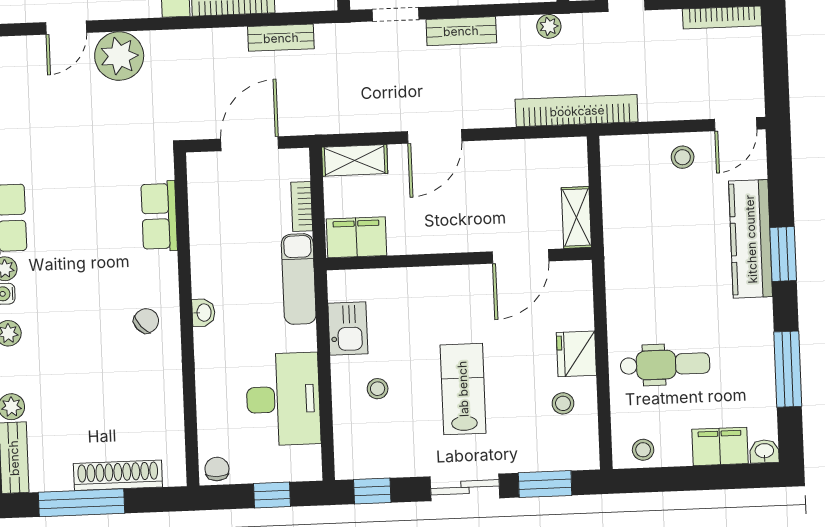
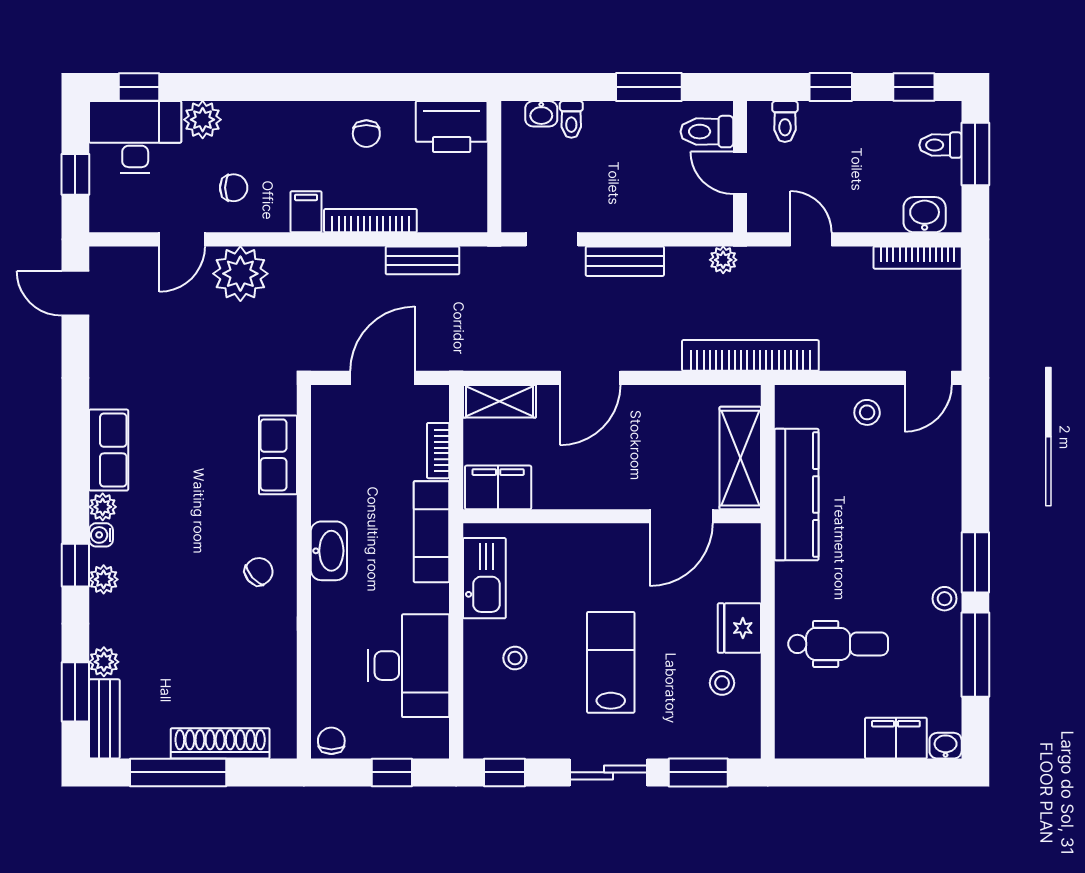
shelving: (576, 217) -> (740, 458), width x1.50, depth x1.33
kitchen counter: (751, 239) -> (797, 495), moved, turned 180
window: (783, 254) -> (975, 562), moved
washbasin: (203, 313) -> (329, 551), width x1.91, depth x1.45
kitchen sink: (348, 328) -> (484, 578), width x1.38
stool: (643, 450) -> (945, 599), moved

